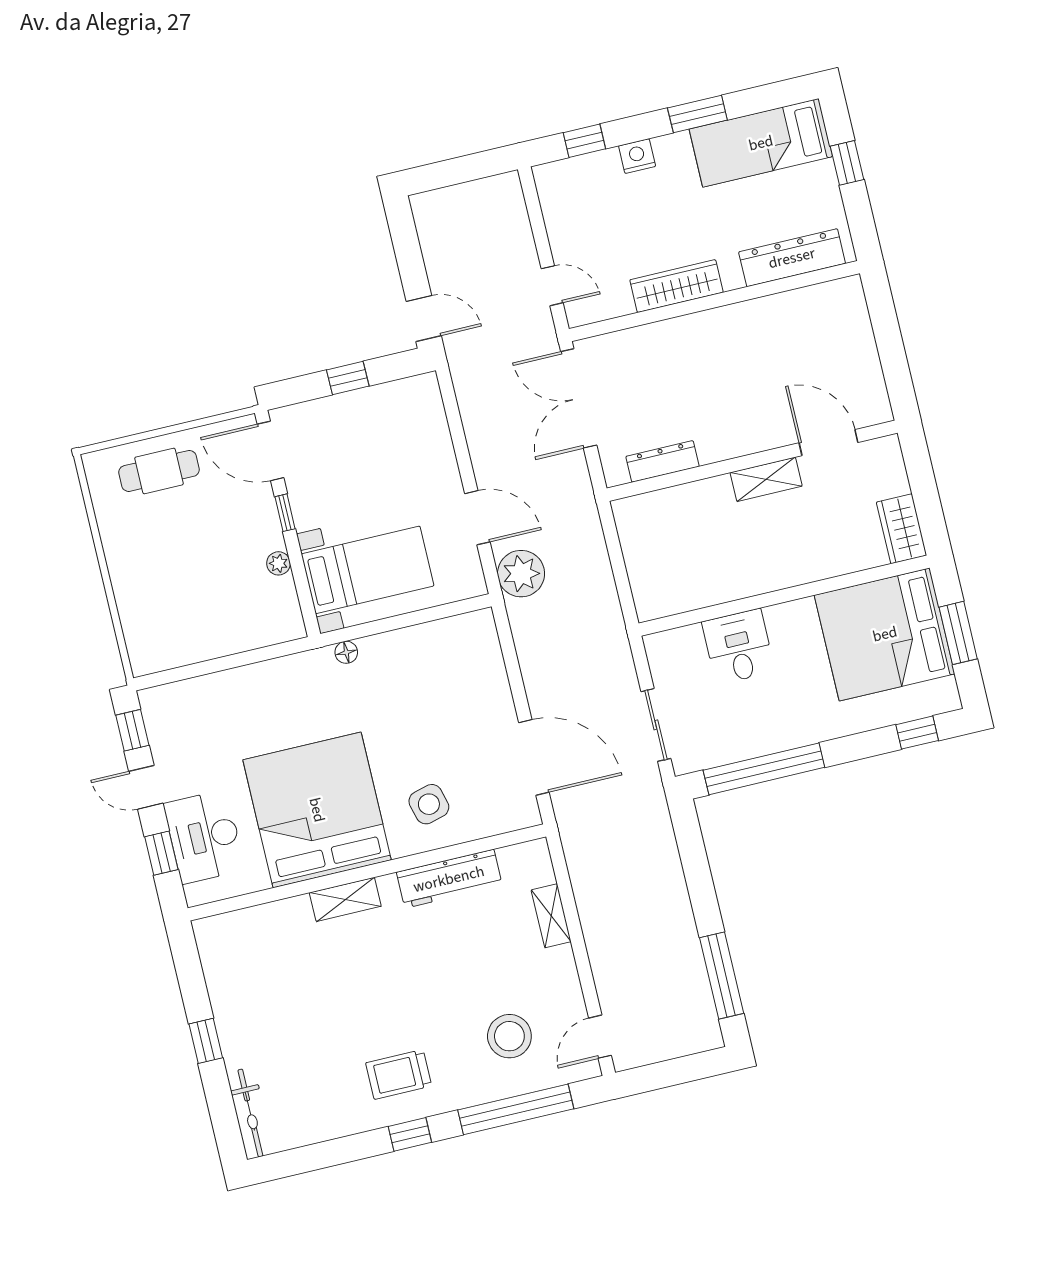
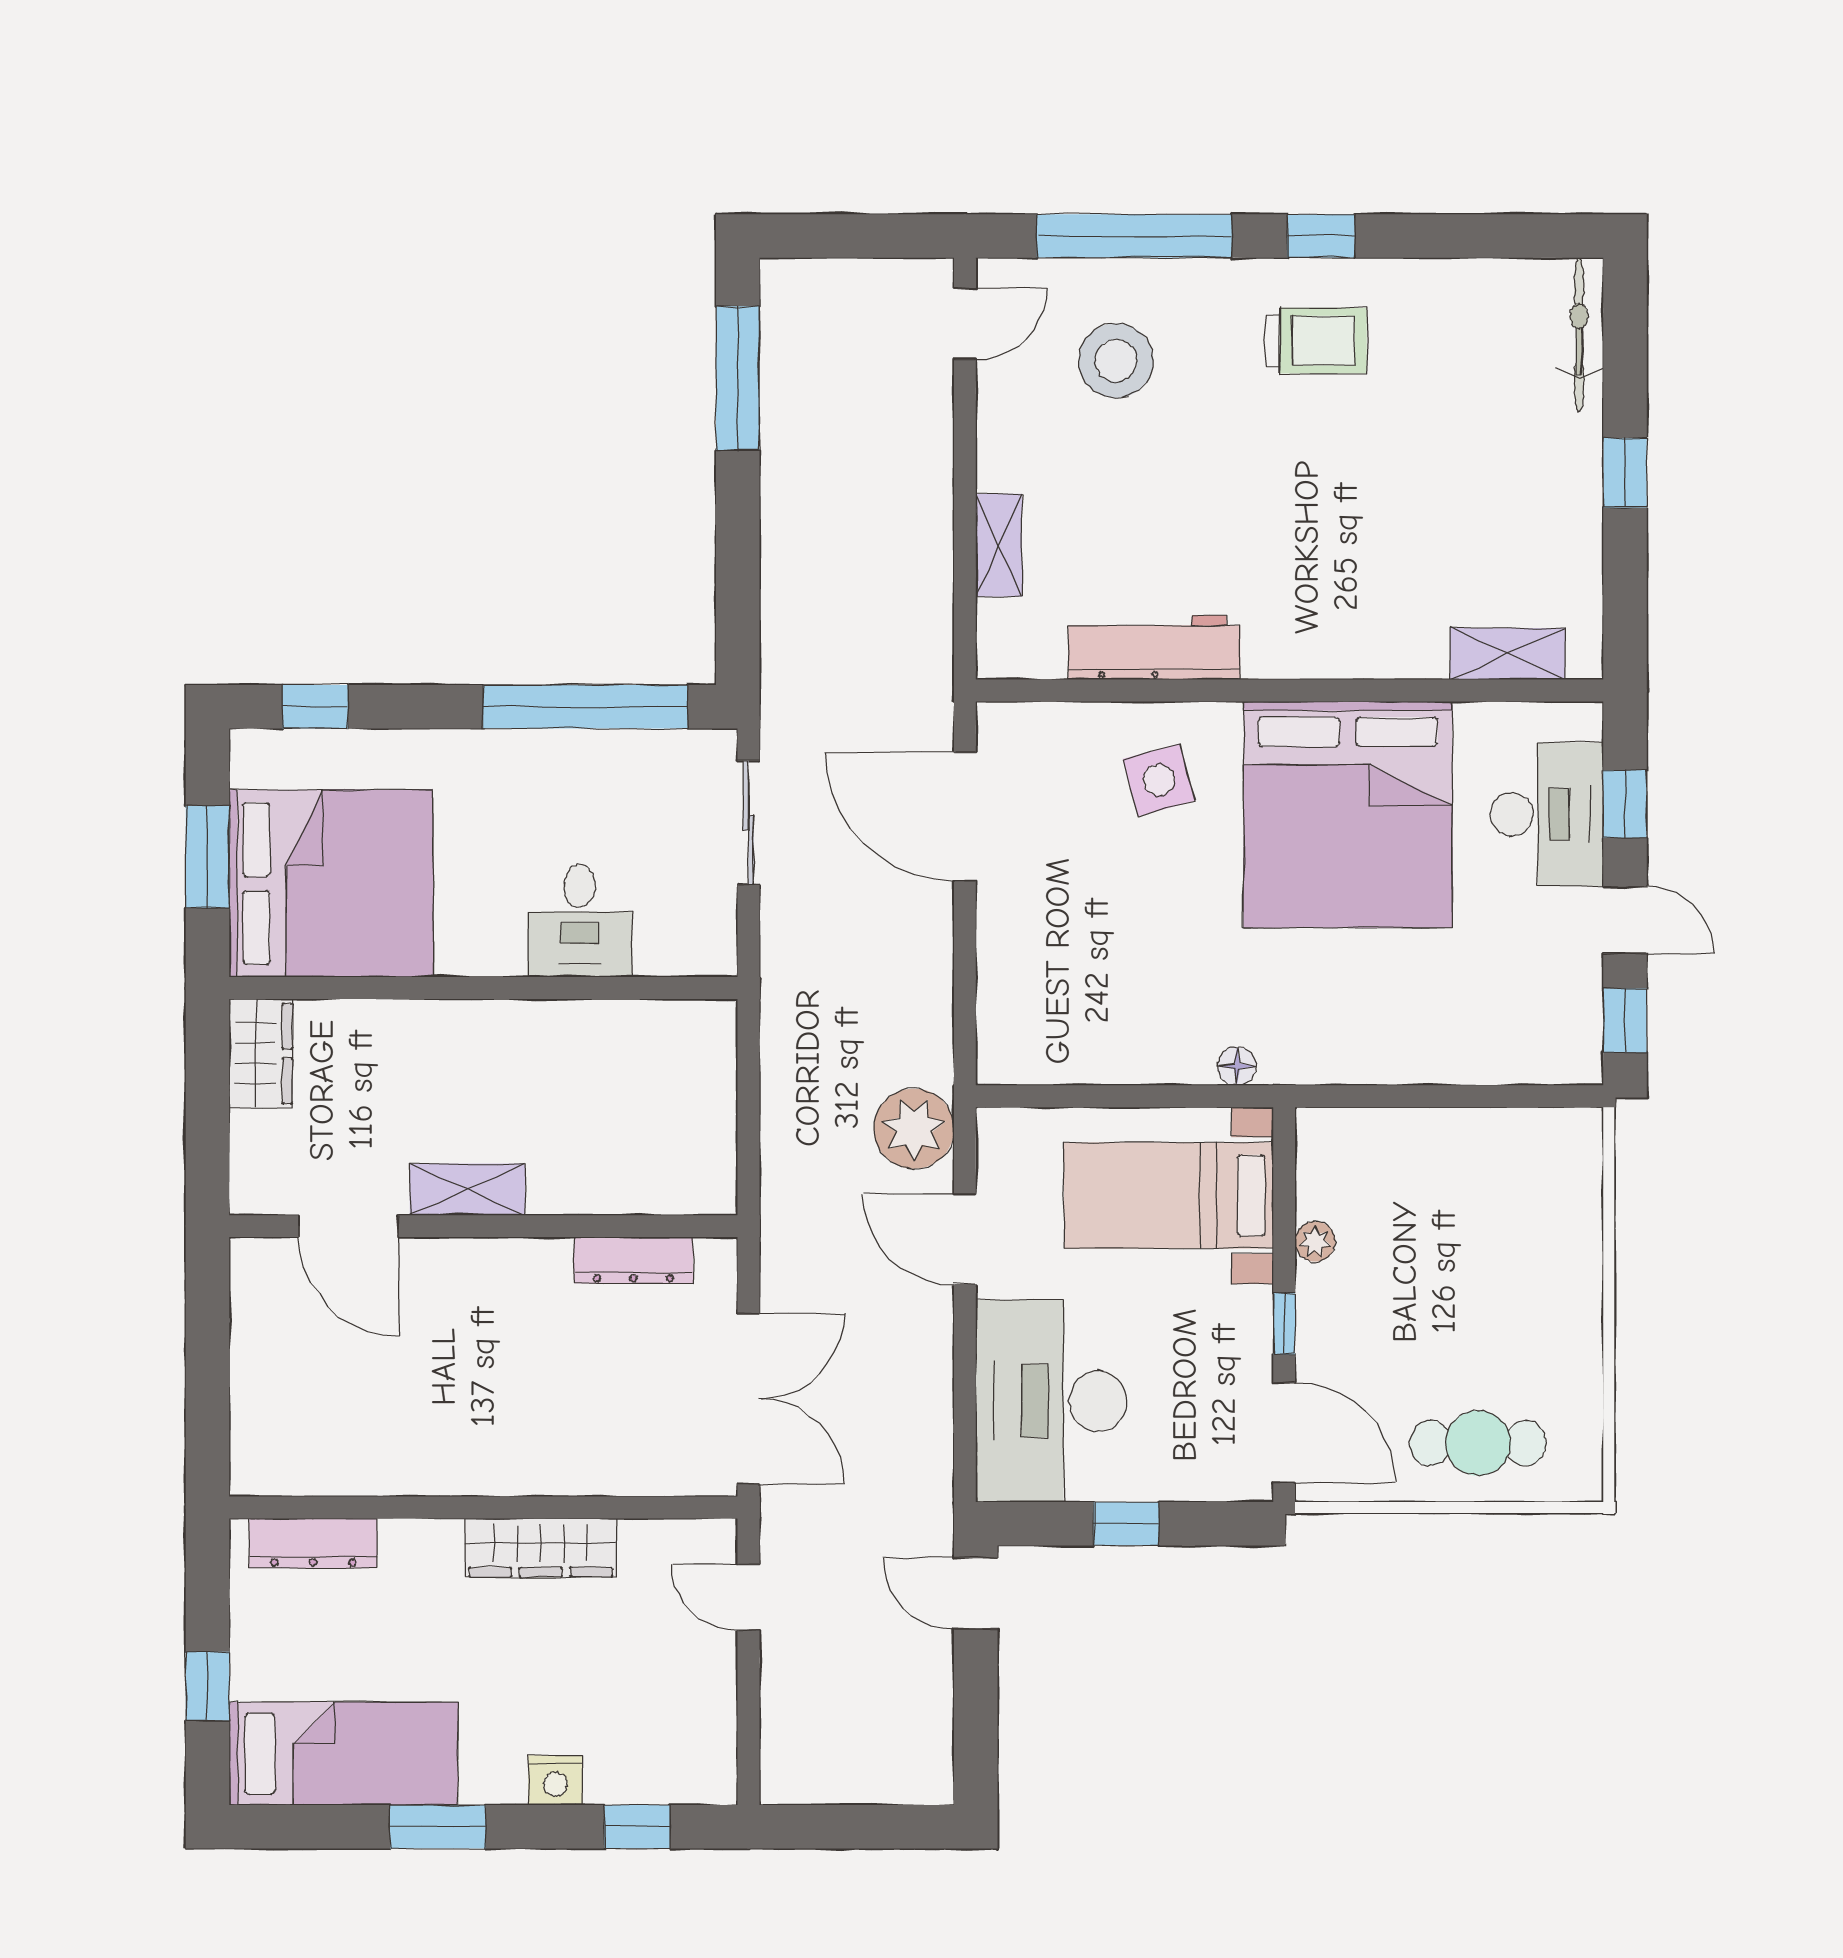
dresser: (792, 258) -> (313, 1543), width x0.73, depth x0.80
desk: (407, 438) -> (1051, 1401), added
shelving: (345, 899) -> (1507, 654), moved

